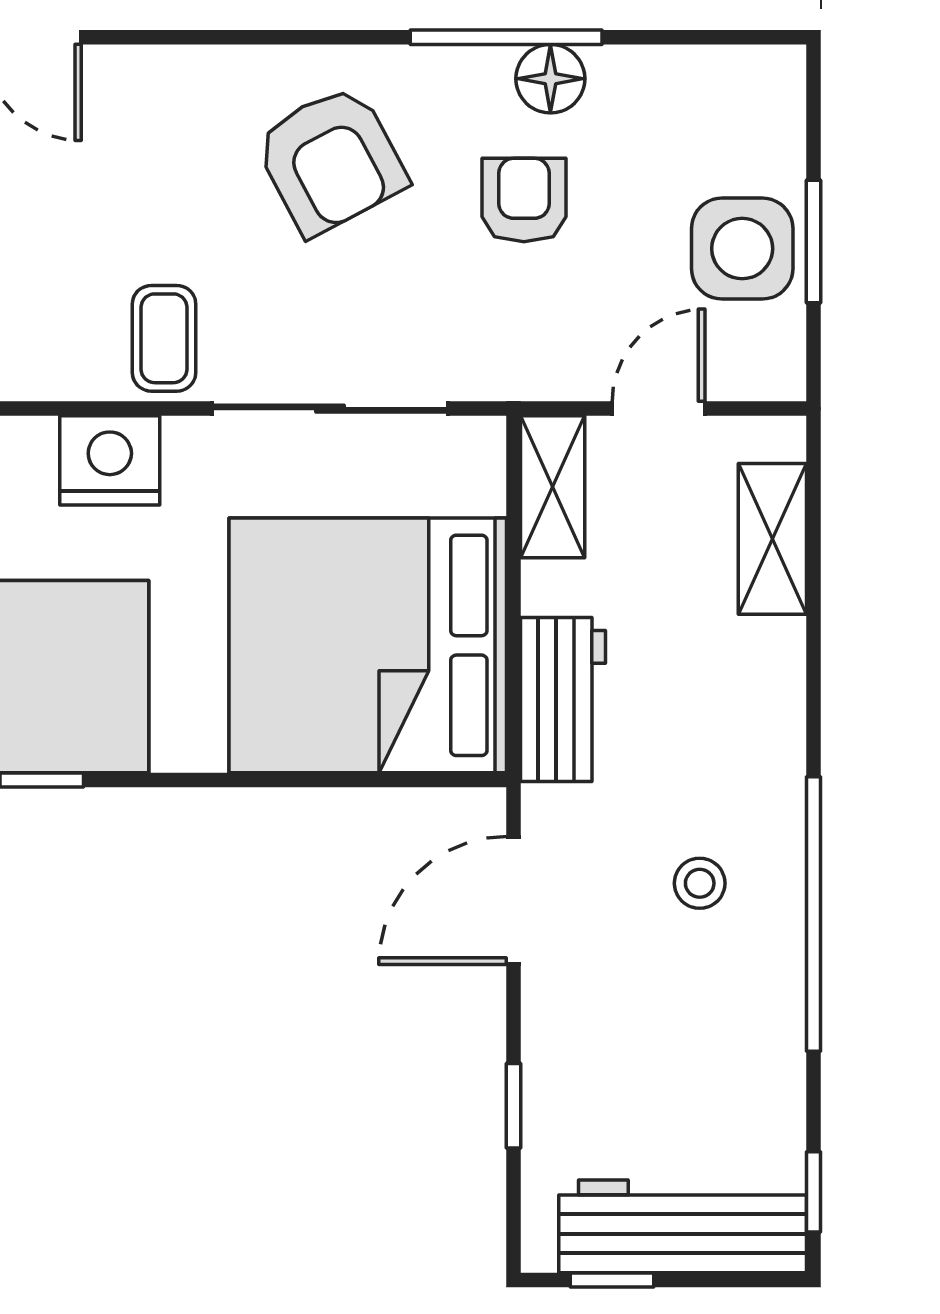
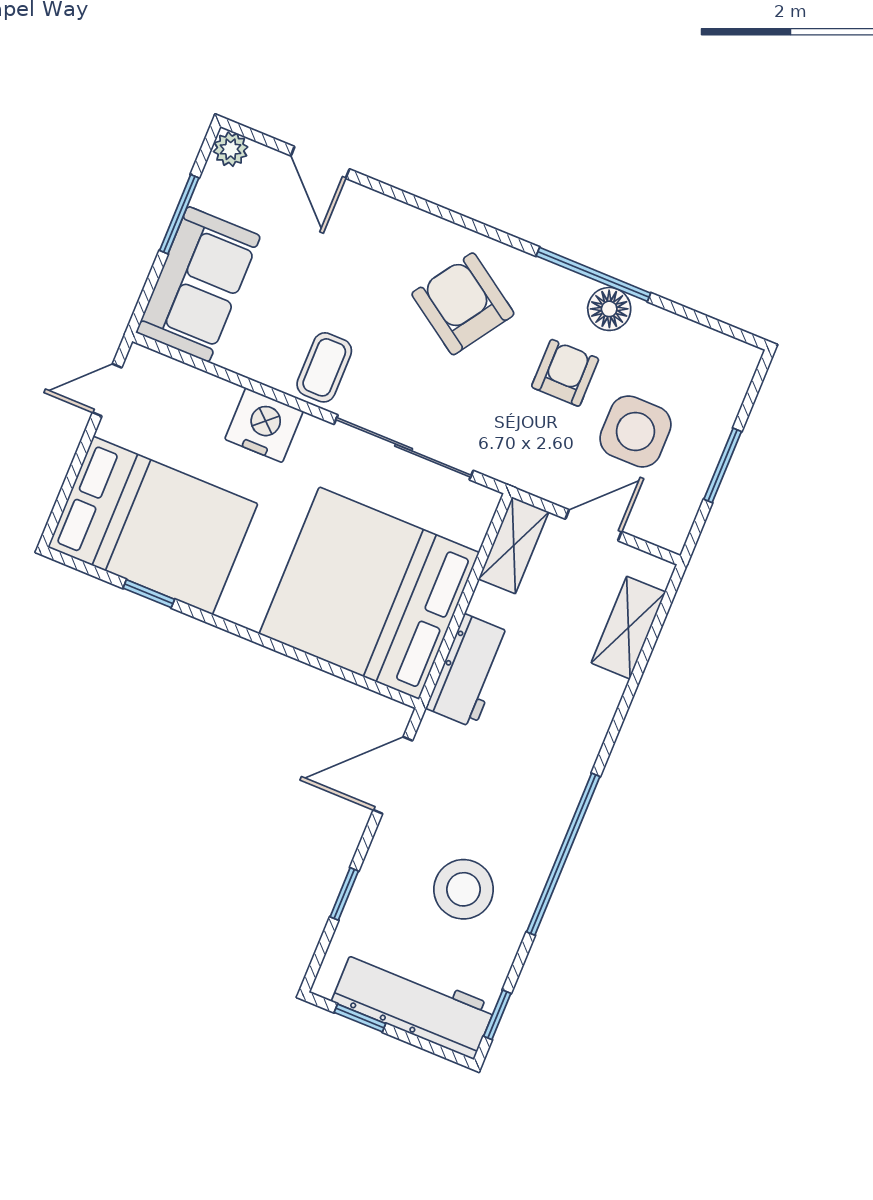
armchair: (331, 160) -> (463, 304), turned 152
side table: (742, 249) -> (635, 431), moved
stool: (700, 883) -> (464, 889), moved, width x1.89, depth x1.89

